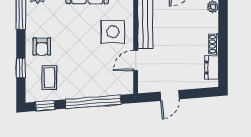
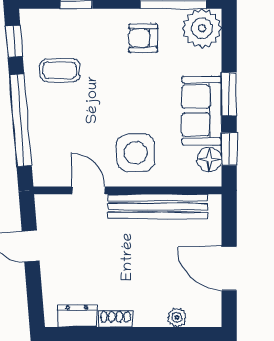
armchair: (42, 47) -> (143, 38), moved
coffee table: (49, 77) -> (60, 70), moved

